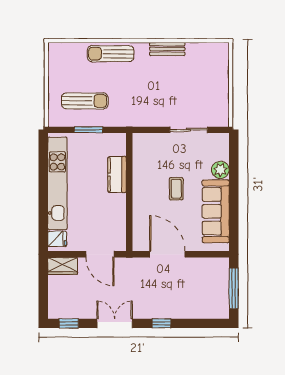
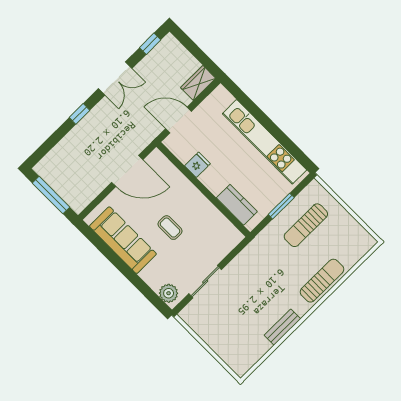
plant: (220, 170) -> (169, 293), moved
kitchen counter: (117, 175) -> (237, 205), moved
fridge: (57, 239) -> (197, 165), moved, turned 180

